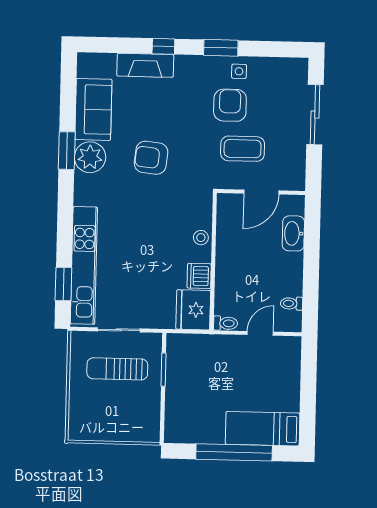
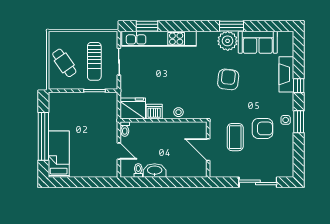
side table: (239, 71) -> (286, 120), moved
washbasin: (293, 233) -> (155, 170), moved
sun lounger: (117, 369) -> (94, 61), turned 180
cafe table: (119, 416) -> (64, 63), added

